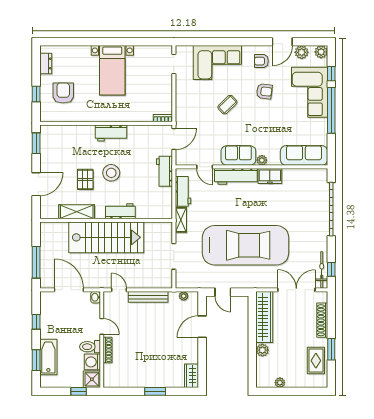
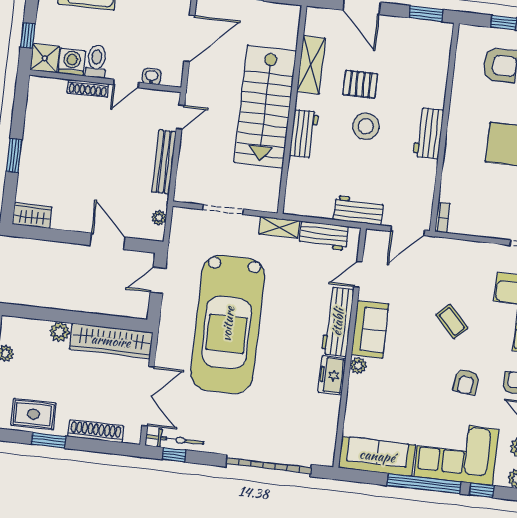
door: (174, 139) -> (408, 231), hinge flipped
sofa: (304, 155) -> (377, 456), moved, turned -90
washbasin: (96, 297) -> (152, 76), moved

